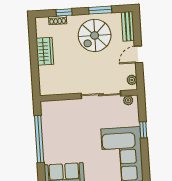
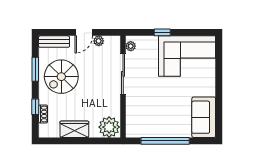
spiral stairs: (95, 35) -> (61, 77), turned 90
door: (138, 54) -> (84, 32), hinge flipped
plant: (132, 80) -> (99, 41), moved
plant: (49, 84) -> (109, 127), added

